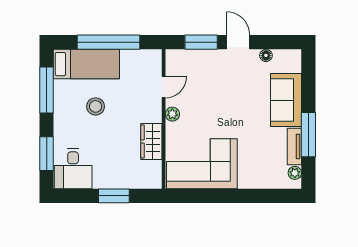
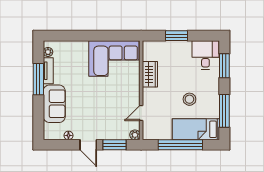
plant: (172, 114) -> (135, 135), moved

